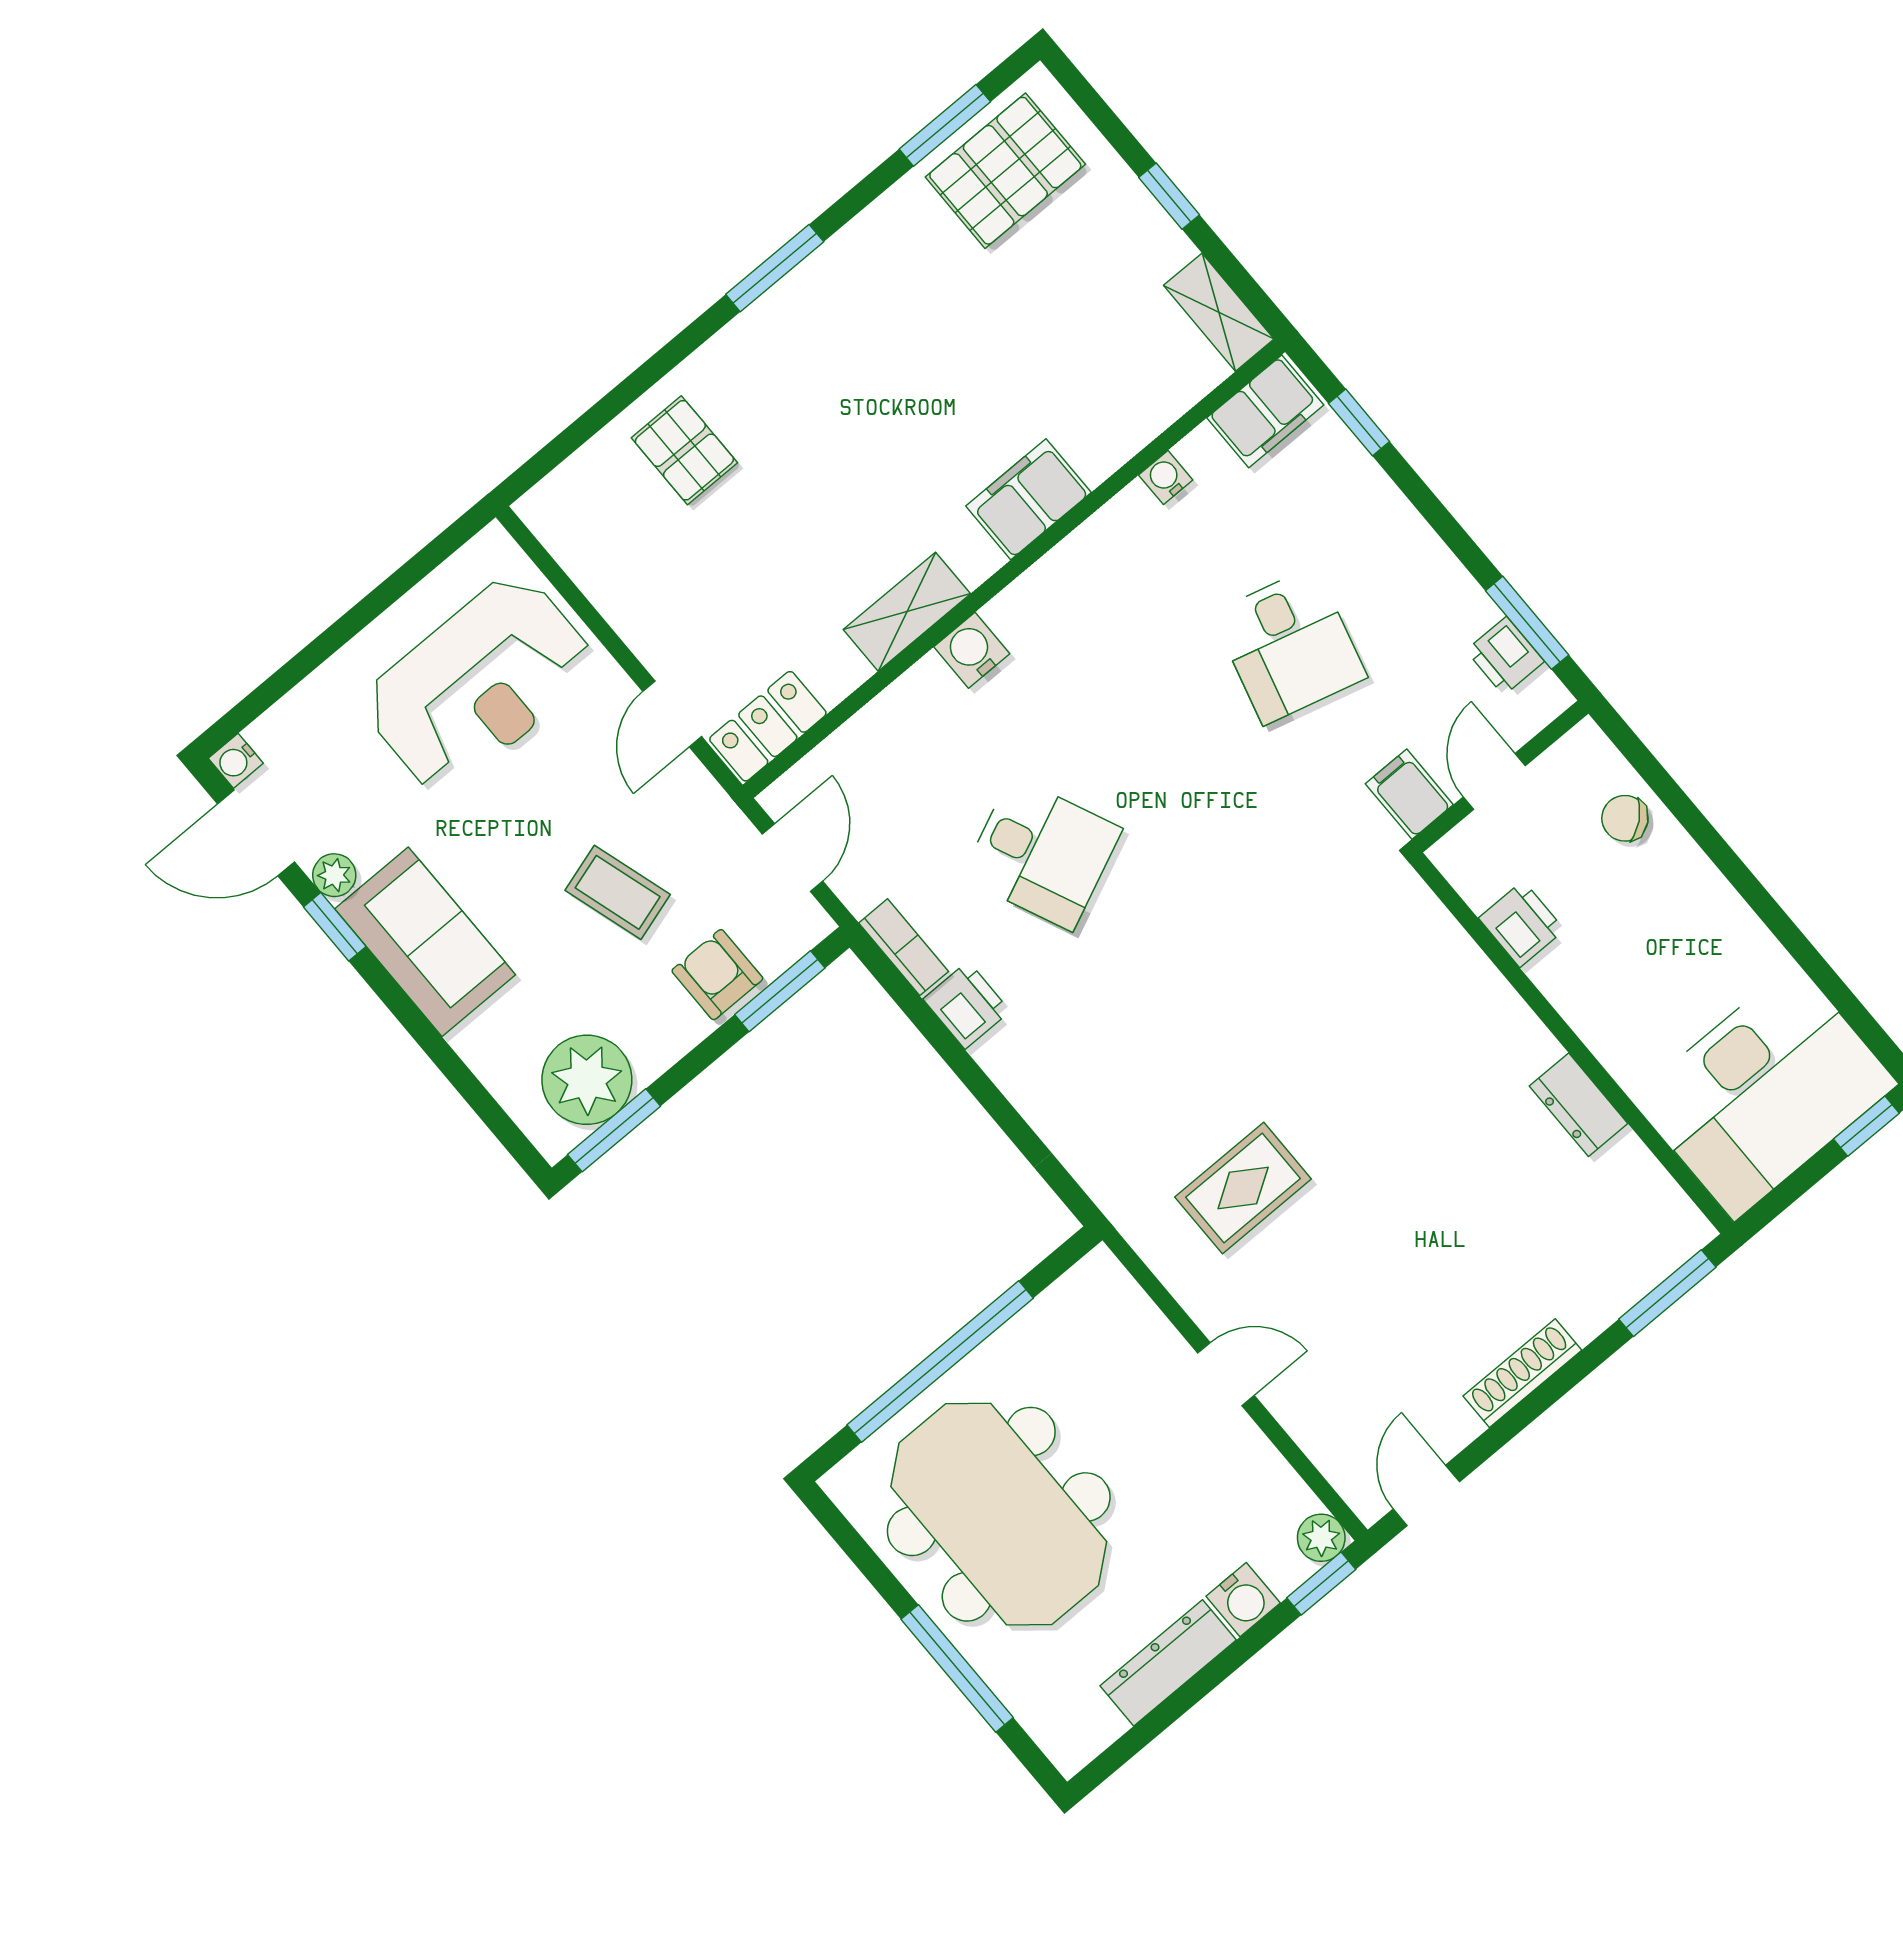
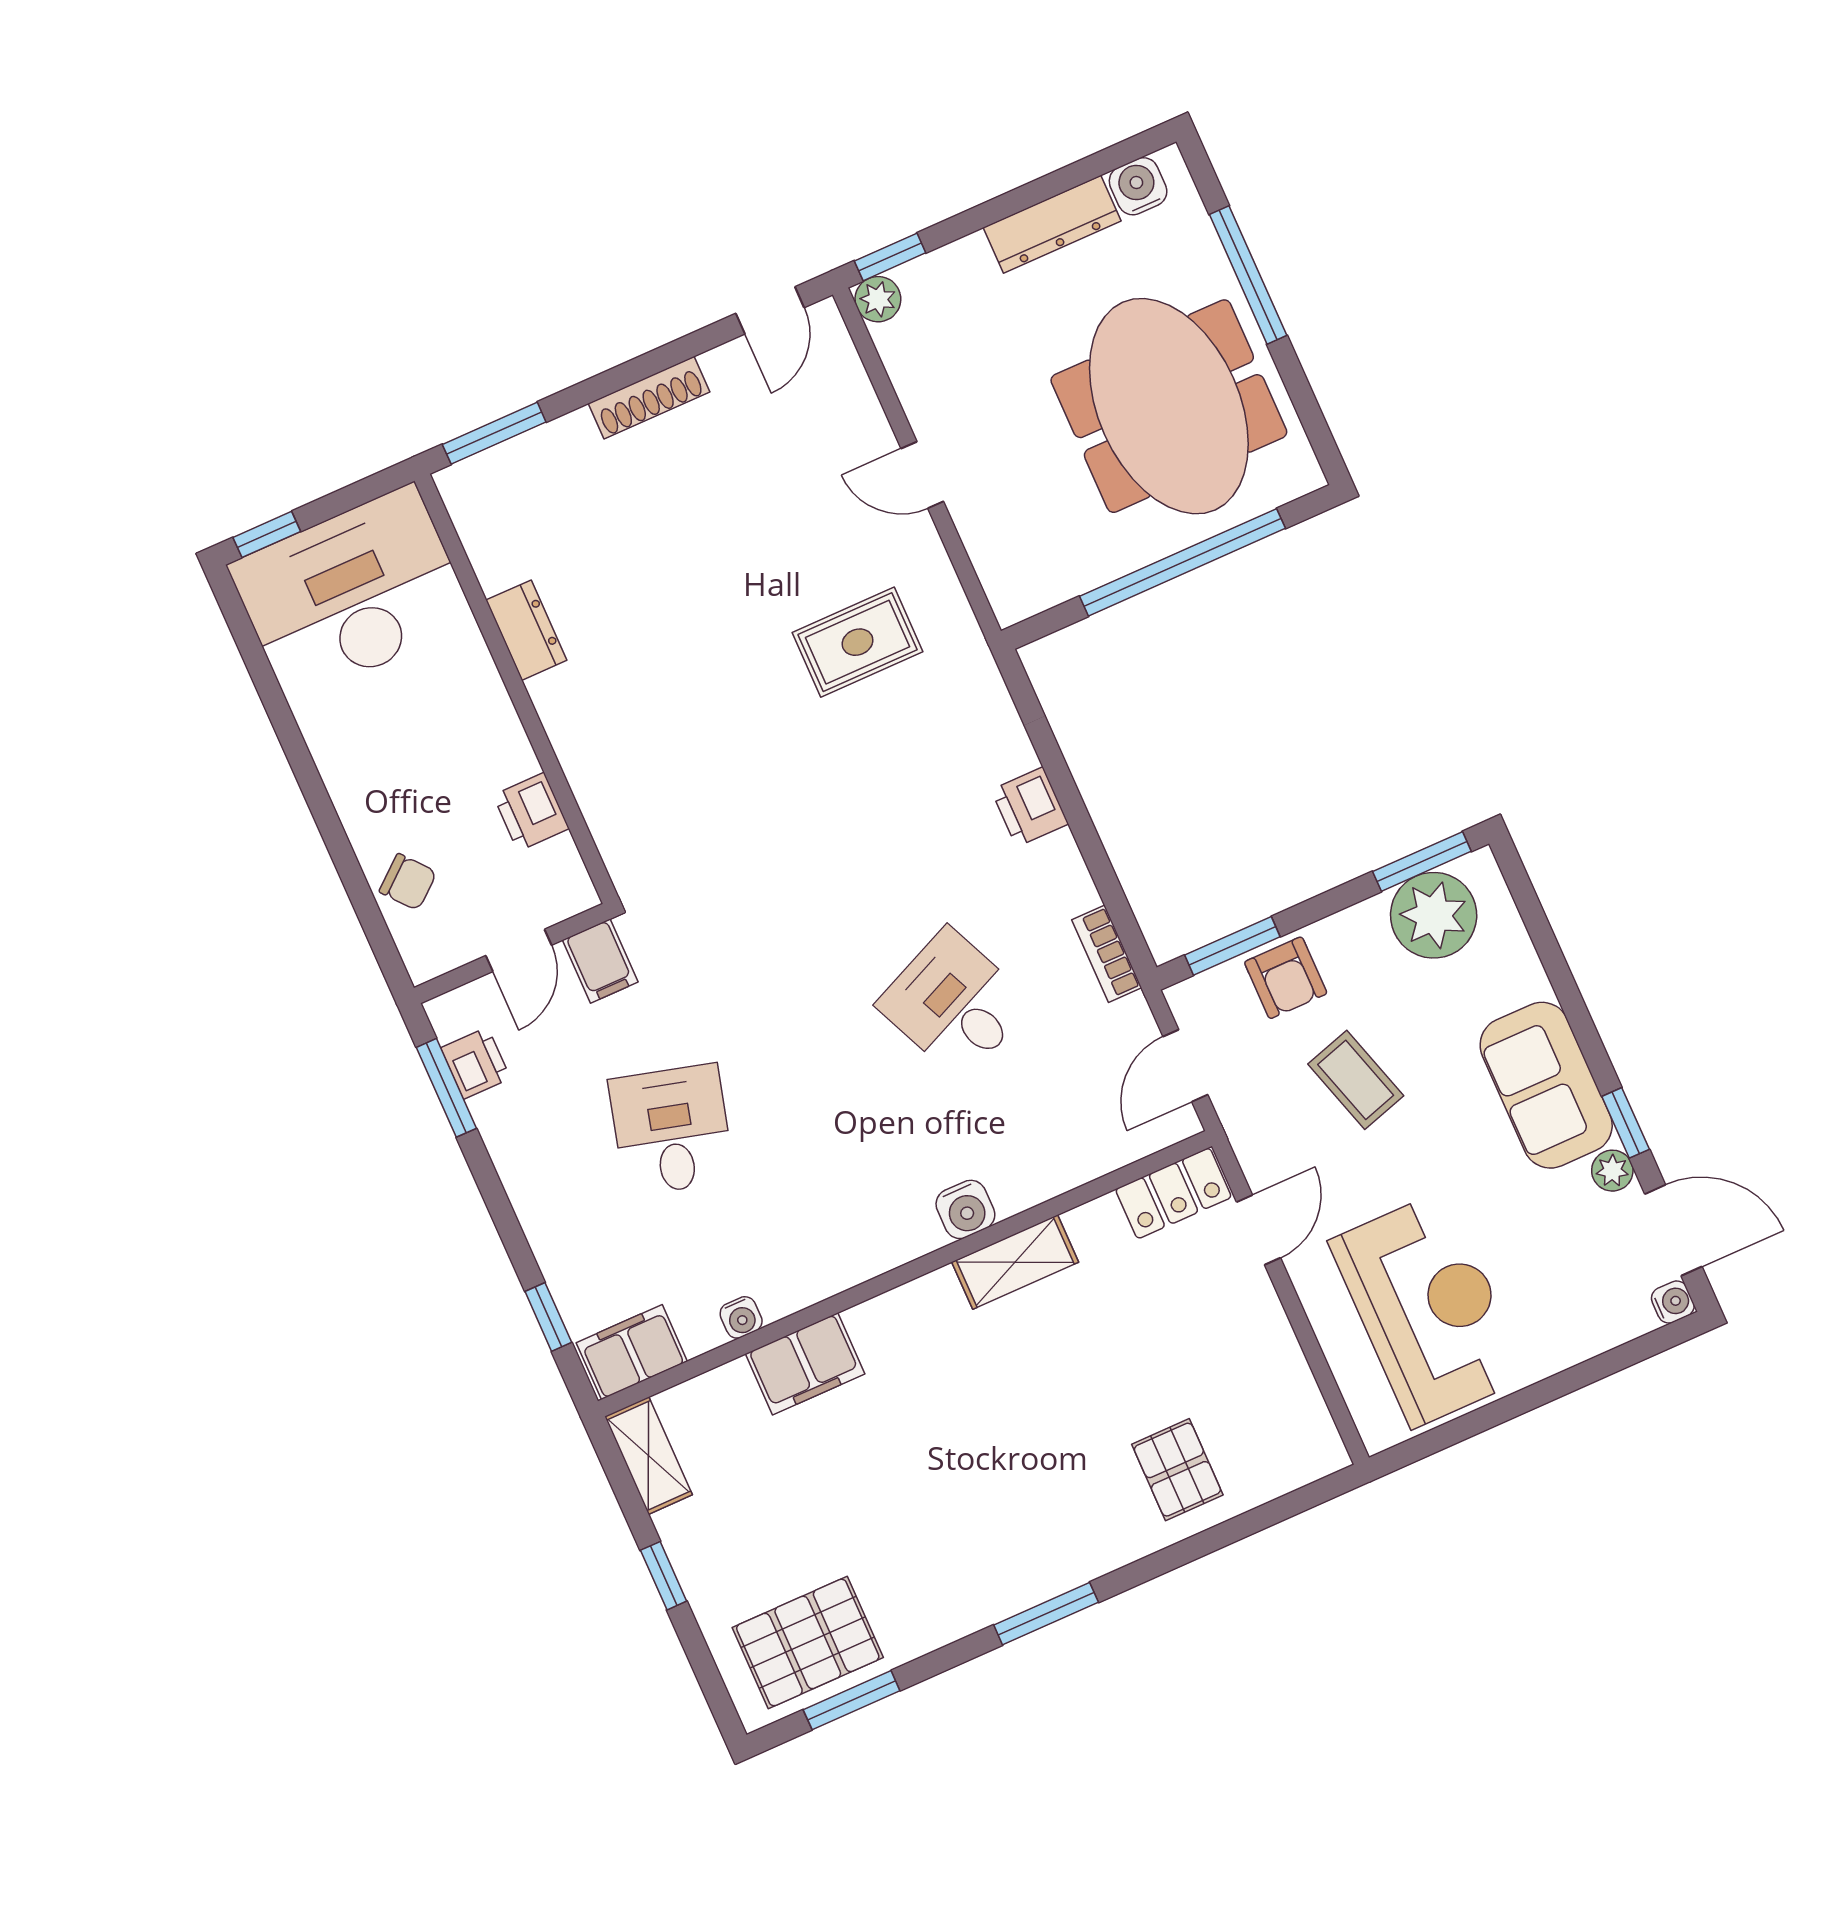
filing cabinet: (1028, 499) -> (805, 1364), moved
reception desk: (479, 683) -> (1428, 1309), turned 90
printer: (967, 1005) -> (1030, 807), moved
water cooler: (1243, 1600) -> (1138, 186), moved

